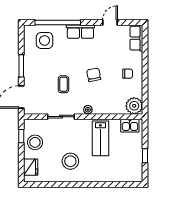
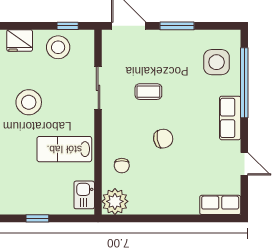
chair: (128, 74) -> (122, 166), moved
plant: (88, 110) -> (109, 130), removed

